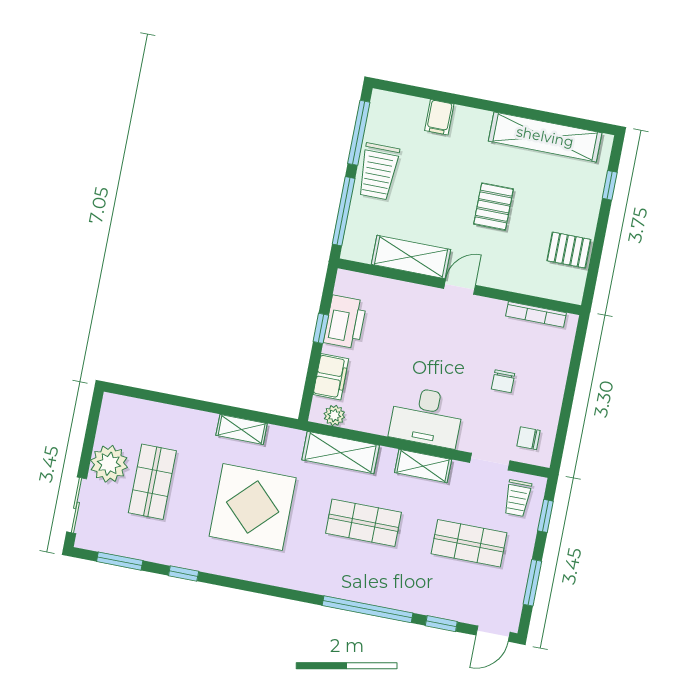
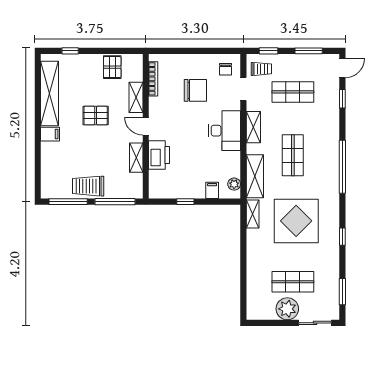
filing cabinet: (439, 117) -> (50, 134), moved
trolley: (378, 171) -> (88, 186), turned 180
shelving: (411, 257) -> (136, 158), width x0.67, depth x0.75
shelving: (511, 280) -> (136, 97), added
printer: (345, 322) -> (159, 155), moved, turned 90
filing cabinet: (331, 377) -> (212, 190), width x0.50
chair: (503, 381) -> (195, 90), width x1.87, depth x1.87
shelving: (242, 429) -> (253, 214), moved
shop shelf: (469, 543) -> (293, 92), turned 90
window: (184, 574) -> (342, 237), moved
window: (368, 609) -> (342, 167), moved
door: (493, 634) -> (342, 68), hinge flipped

